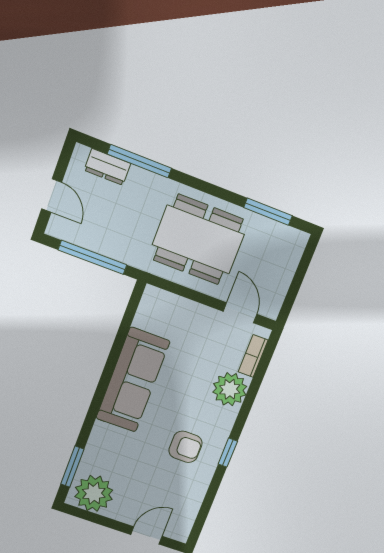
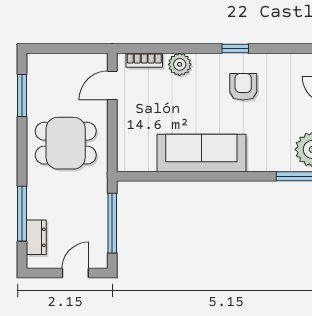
dining table: (198, 240) -> (66, 143), width x0.73
plant: (230, 389) -> (180, 64), width x0.73, depth x0.73

